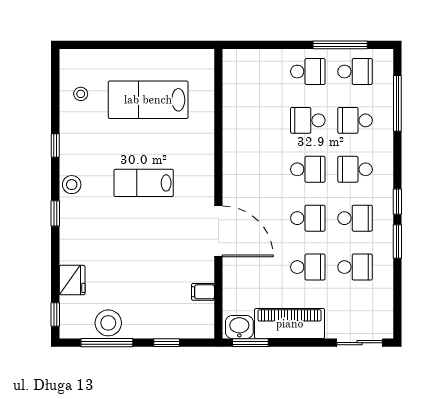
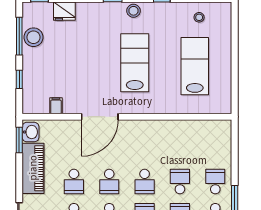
school desk: (308, 72) -> (215, 182), turned 180
lab bench: (144, 183) -> (135, 63), width x1.36, depth x1.39

